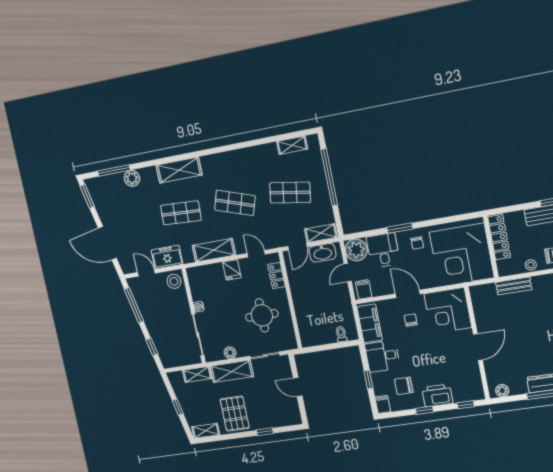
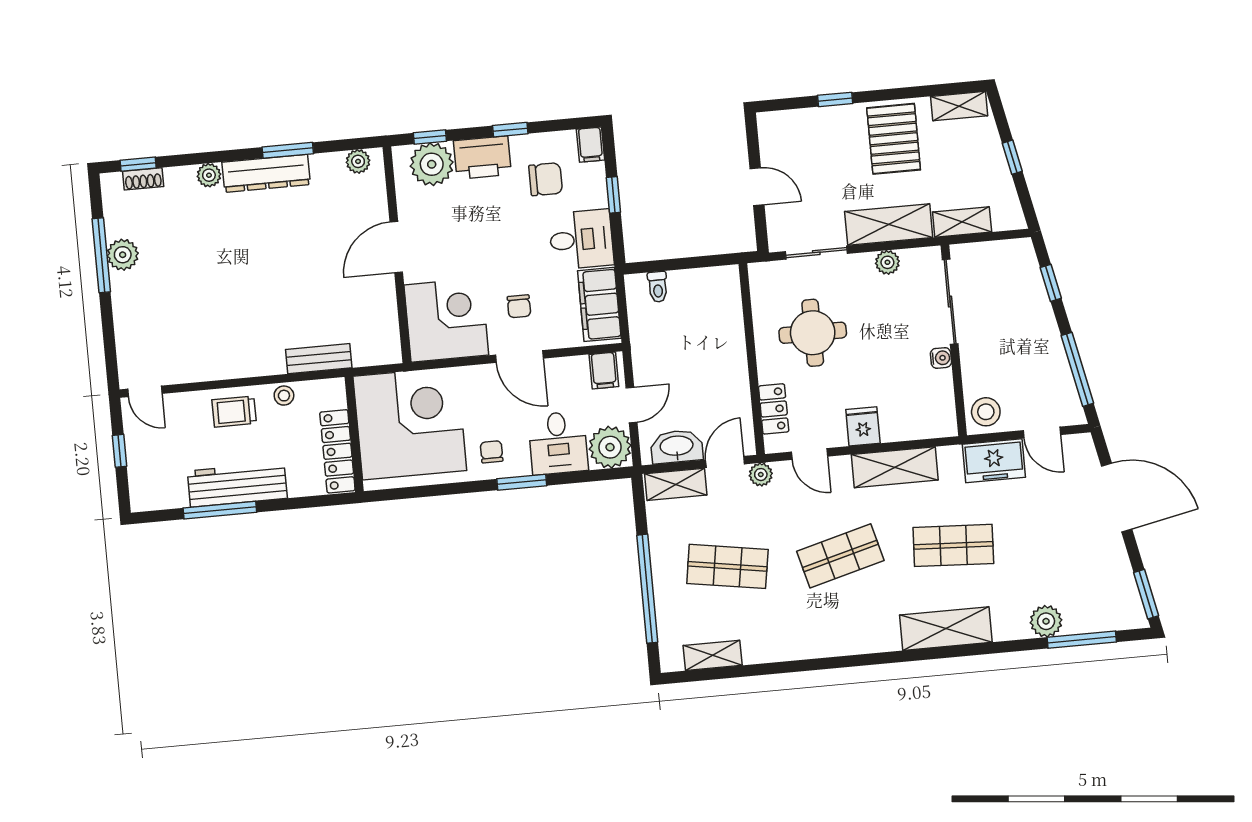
shop shelf: (235, 203) -> (840, 556), turned -33
plant: (279, 242) -> (761, 475), added
plant: (463, 391) -> (432, 164), added

